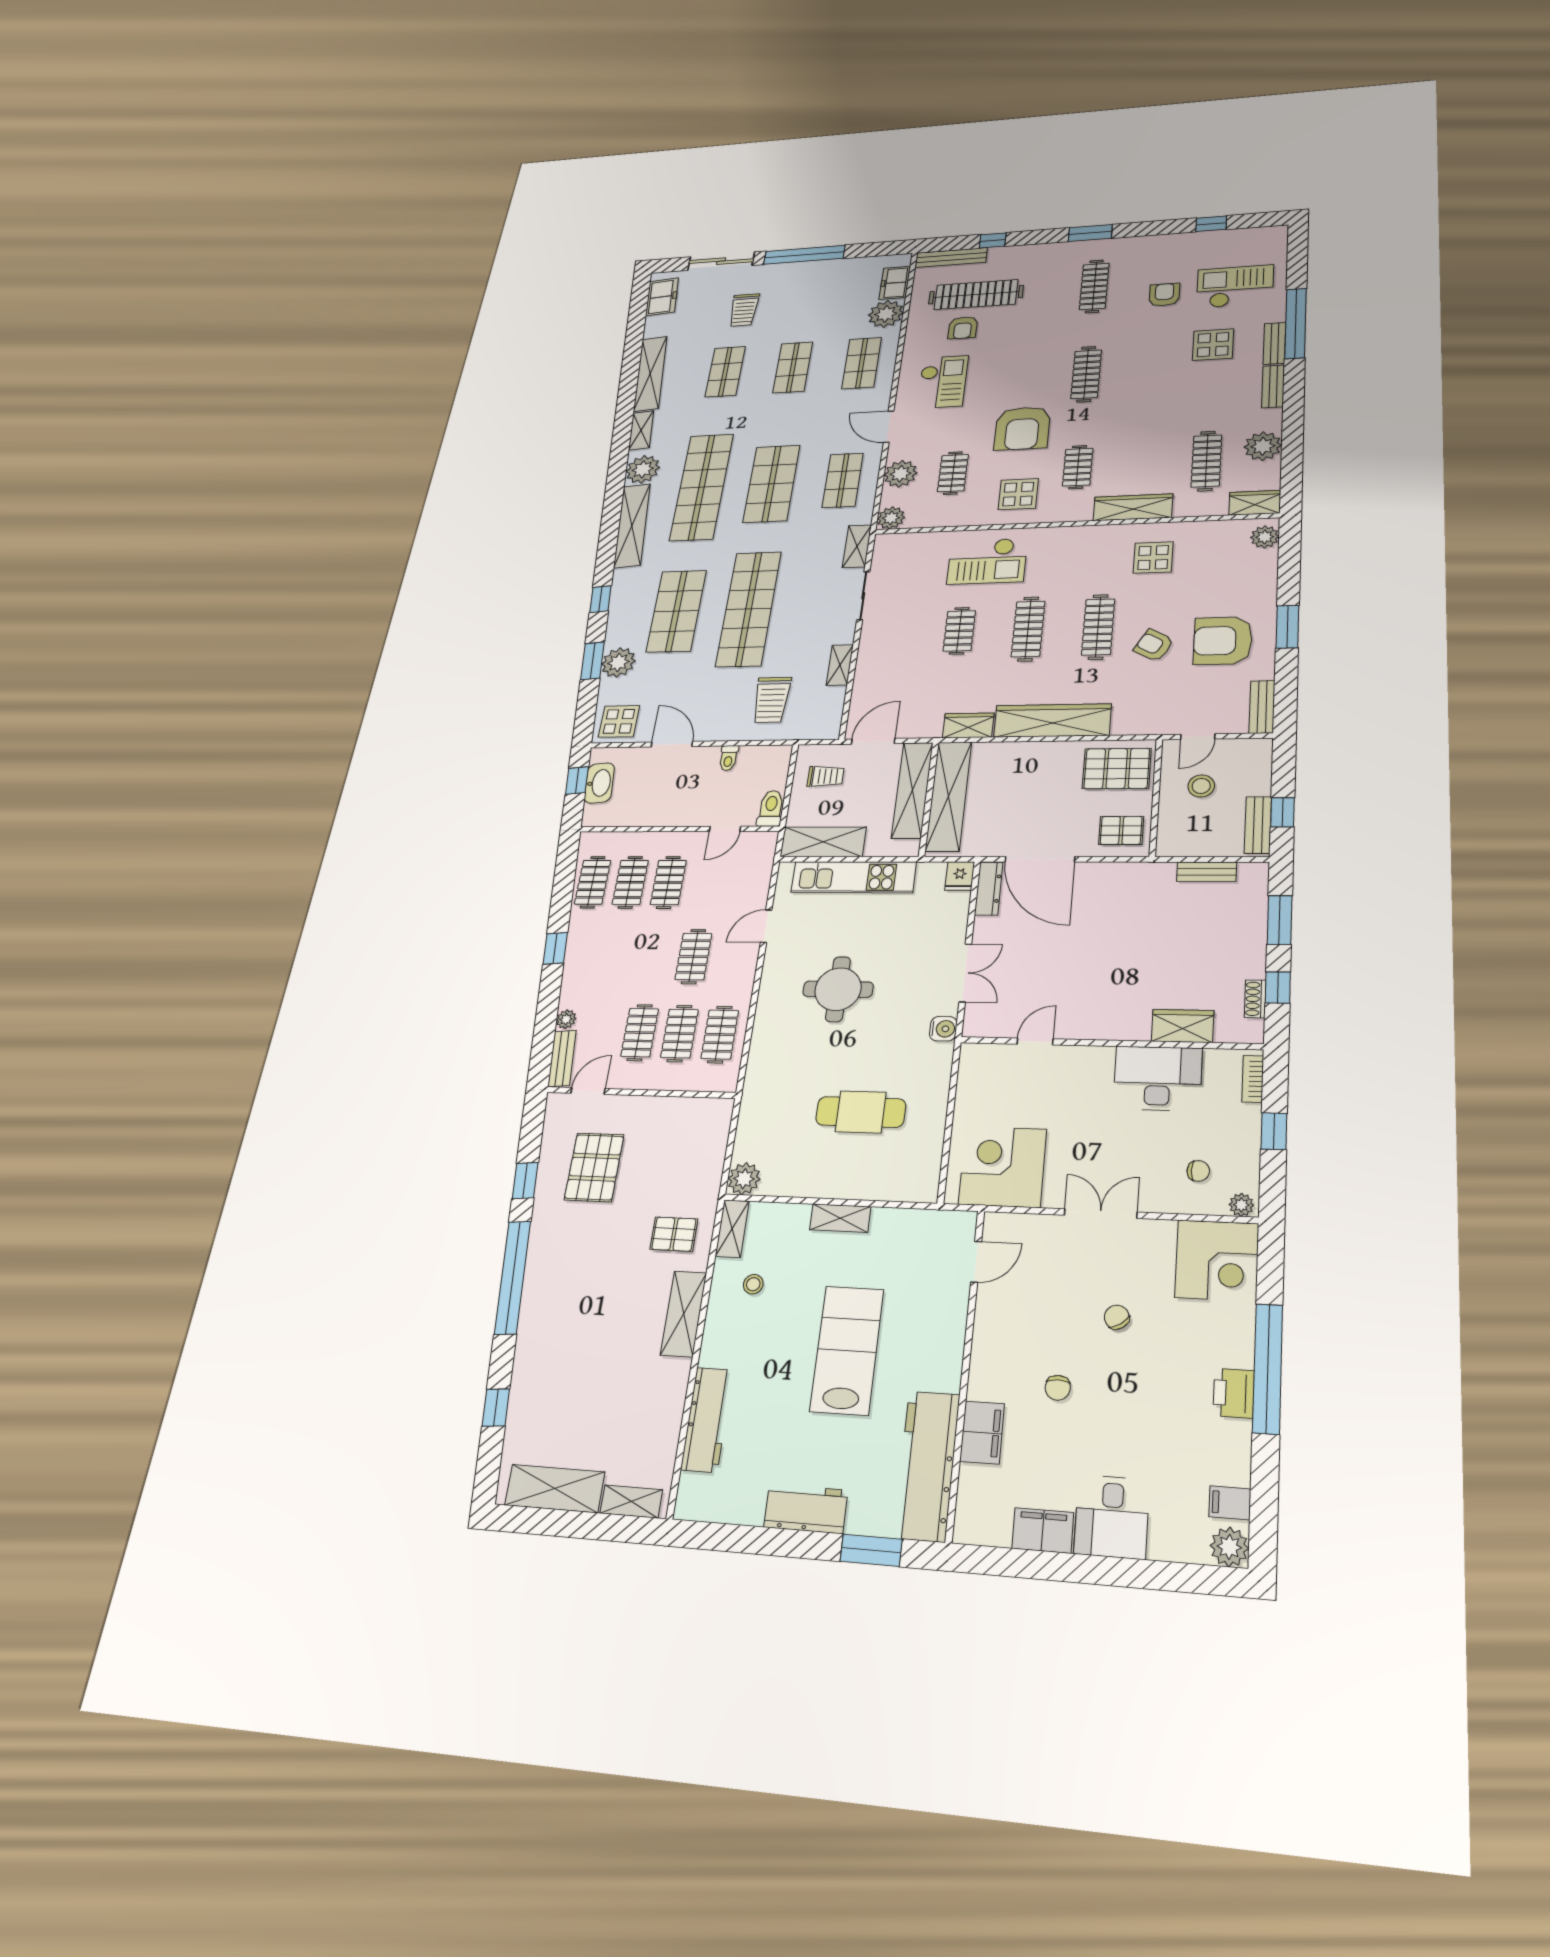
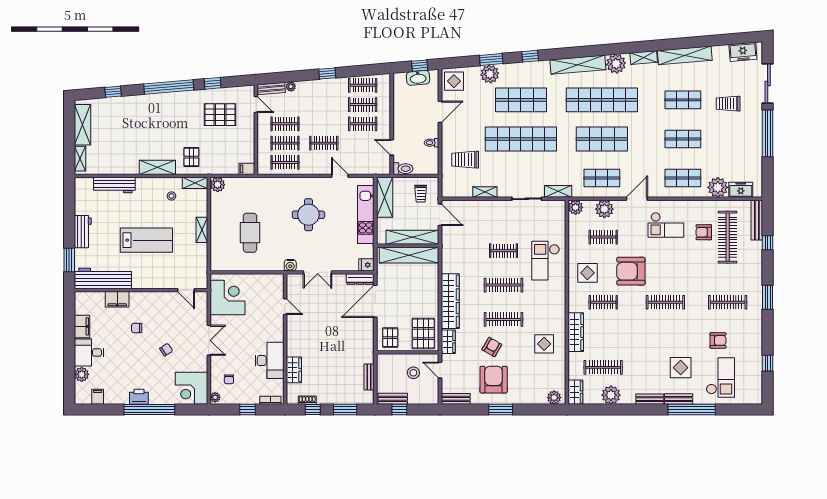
wardrobe: (968, 725) -> (448, 342), moved
filing cabinet: (720, 1114) -> (247, 169), added
plant: (1229, 1547) -> (82, 374), moved

